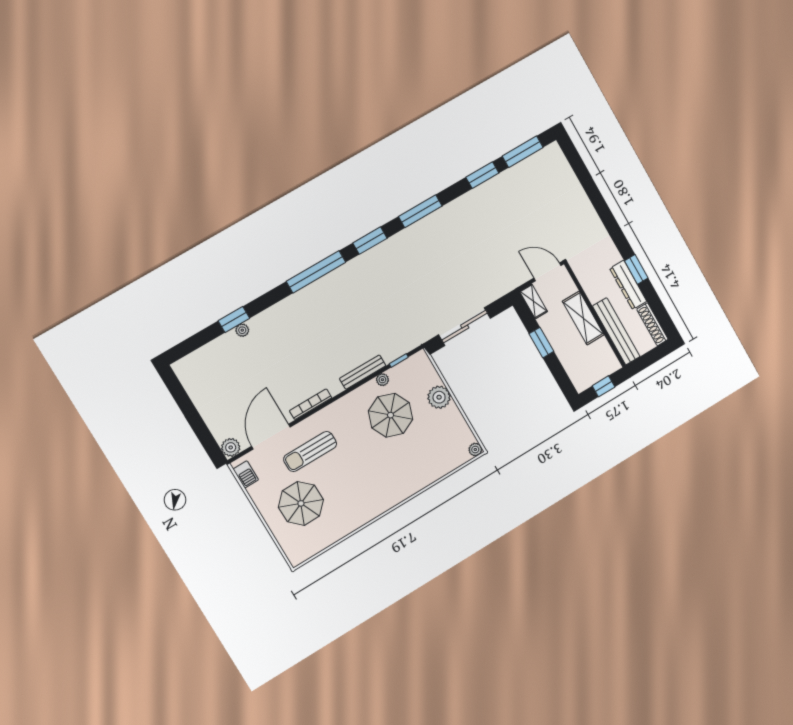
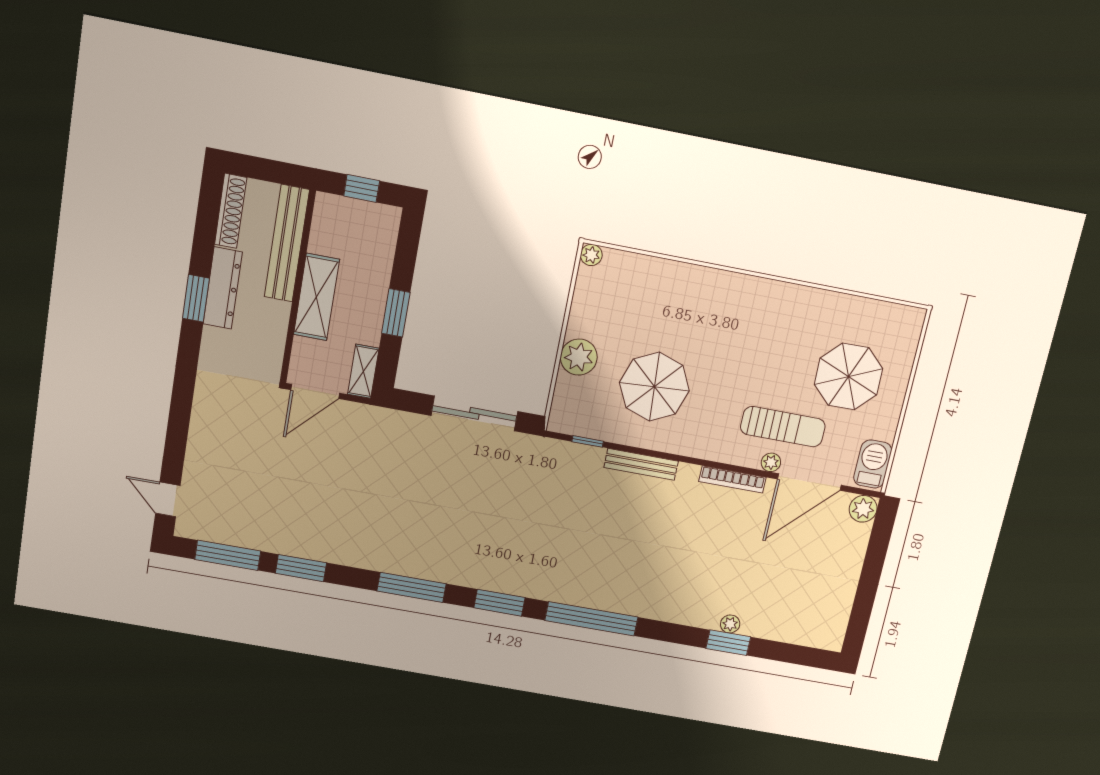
door: (573, 157) -> (168, 499), added
door: (548, 272) -> (315, 391), hinge flipped
plant: (382, 380) -> (771, 462), moved
barbecue: (246, 474) -> (873, 464), width x1.38, depth x1.27

